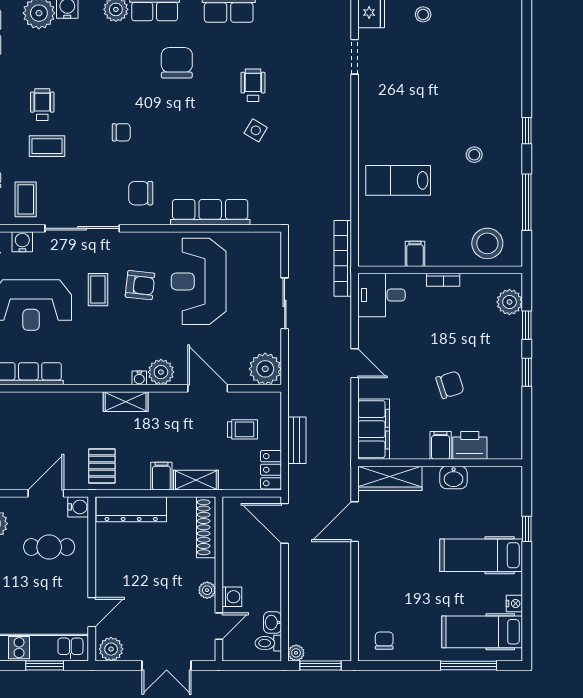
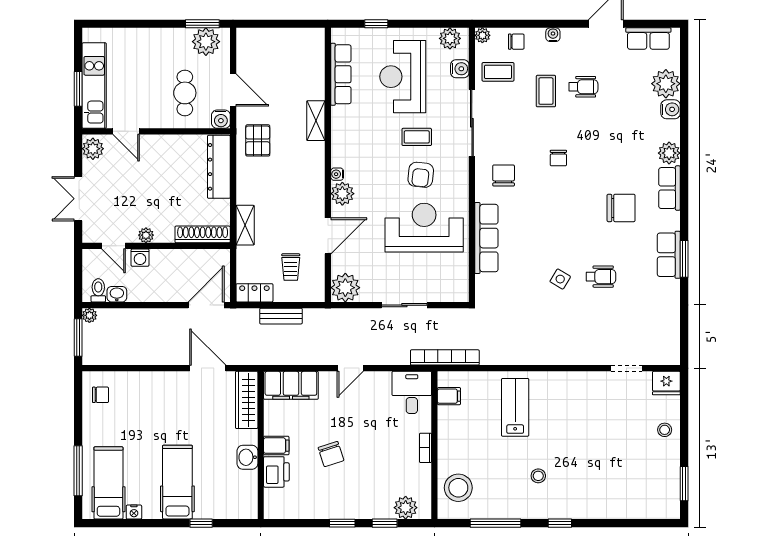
filing cabinet: (415, 254) -> (449, 396), moved
shelving: (126, 402) -> (316, 121), moved
pallet: (102, 466) -> (258, 140), turned 90
filing cabinet: (161, 476) -> (249, 194), removed

